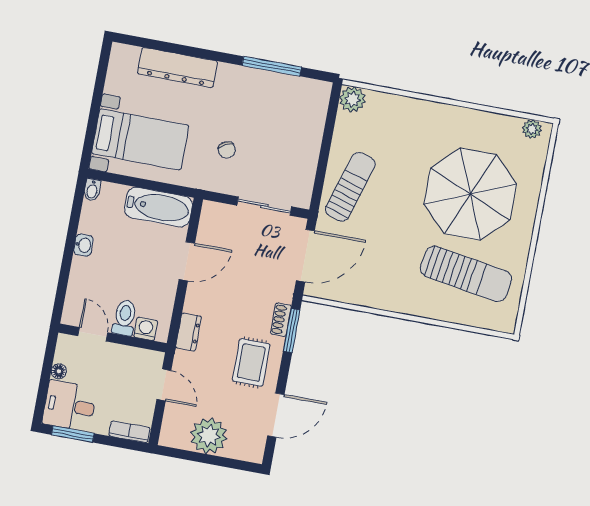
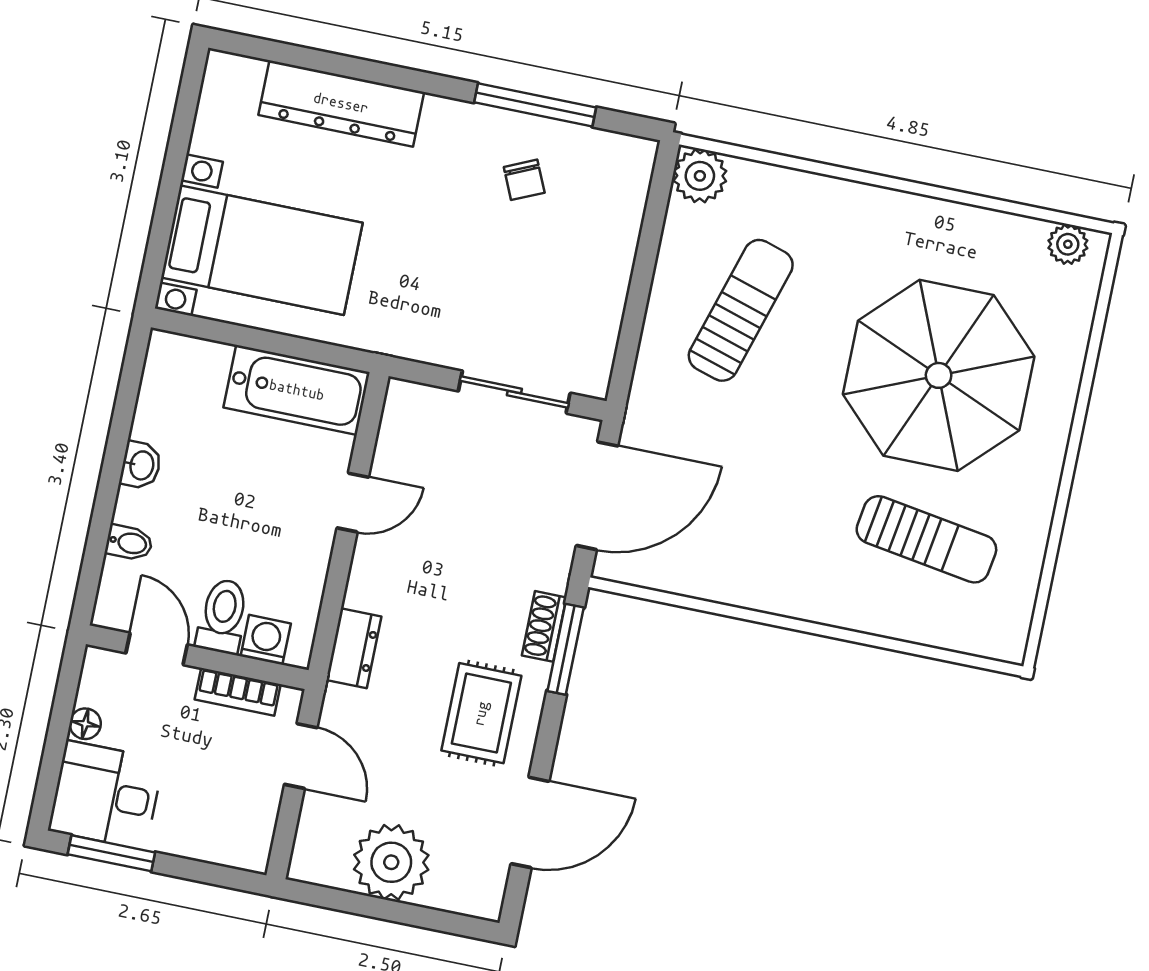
chair: (227, 150) -> (524, 180), moved
sun lounger: (350, 187) -> (741, 310), moved
bidet: (92, 190) -> (129, 543), moved, turned -90
door: (187, 261) -> (353, 503), width x0.73
sun lounger: (466, 274) -> (926, 539), width x0.73, depth x0.75
bookcase: (129, 432) -> (238, 692), moved, turned 180

